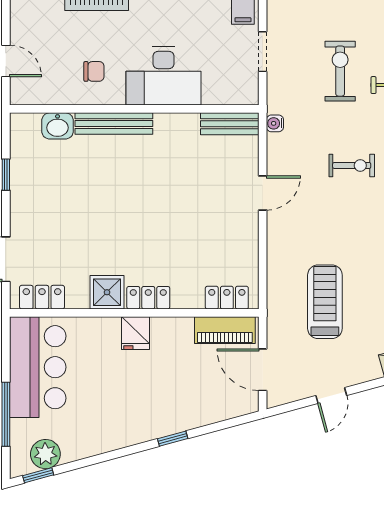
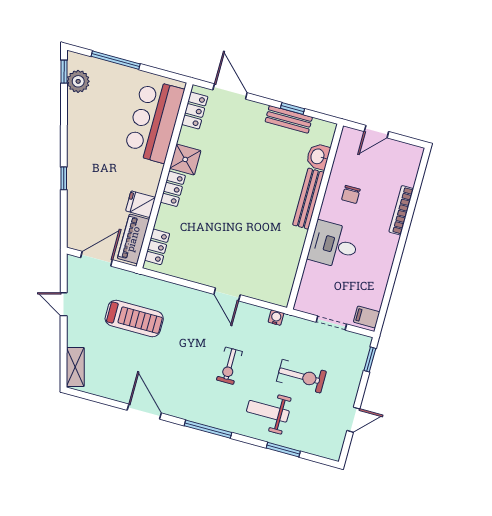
desk: (164, 76) -> (334, 245), width x0.73
bench: (230, 124) -> (289, 119), moved, turned 90
fridge: (136, 333) -> (141, 204), moved
bar counter: (38, 367) -> (154, 121), moved, turned 90

